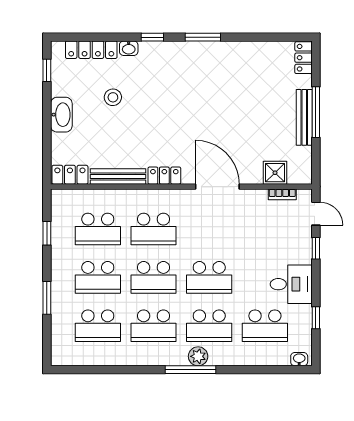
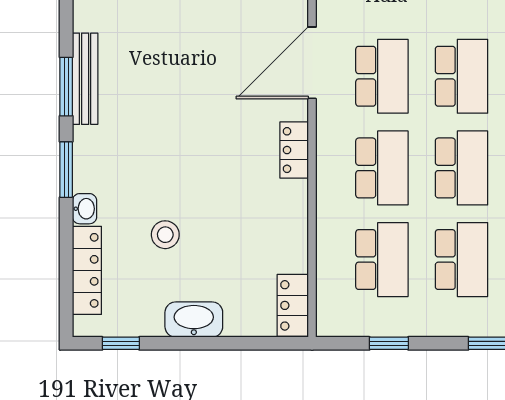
window: (152, 37) -> (66, 170), width x1.50
bench: (118, 176) -> (85, 79), moved
school desk: (209, 229) -> (382, 76), added

